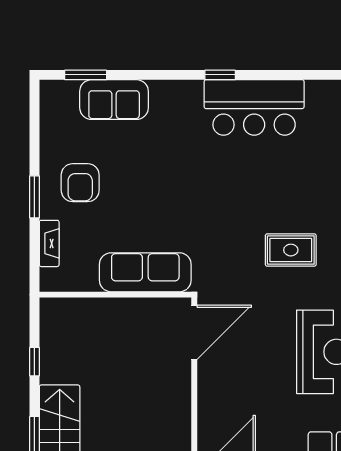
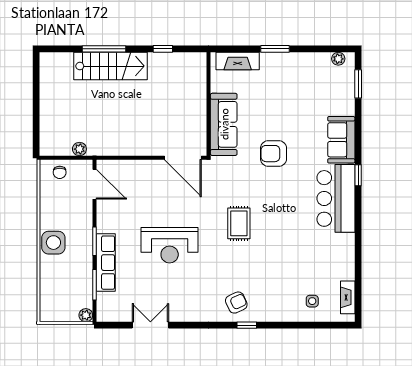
sofa: (114, 100) -> (341, 140), moved
plant: (49, 104) -> (338, 59), added
armchair: (80, 183) -> (274, 154), moved
fireplace: (49, 243) -> (238, 61), width x1.37, depth x1.32

